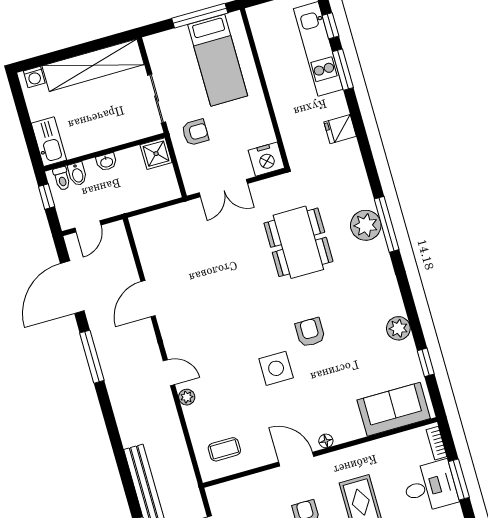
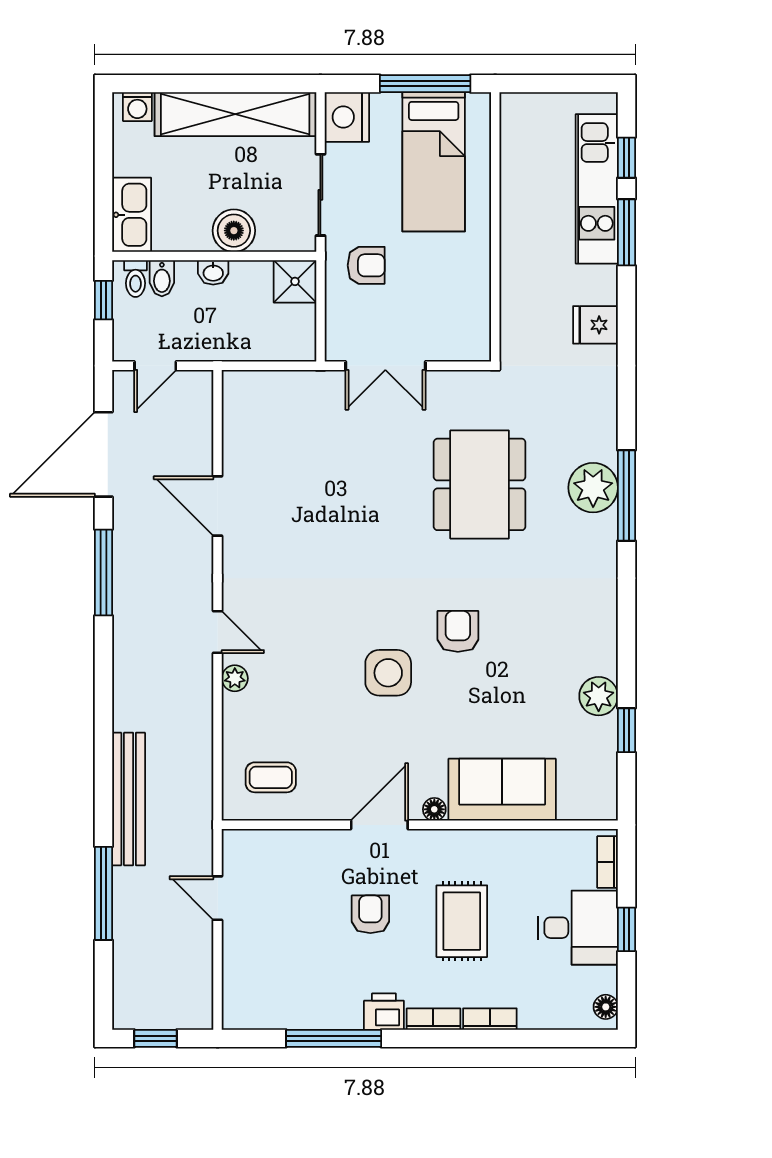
boiler: (112, 134) -> (234, 231), added
nightstand: (266, 159) -> (347, 117), moved, turned 90
door: (148, 299) -> (218, 506), hinge flipped
plant: (398, 328) -> (599, 696), moved
sofa: (394, 409) -> (502, 790), moved
door: (296, 459) -> (379, 825), hinge flipped
window: (459, 479) -> (626, 929), width x0.67

